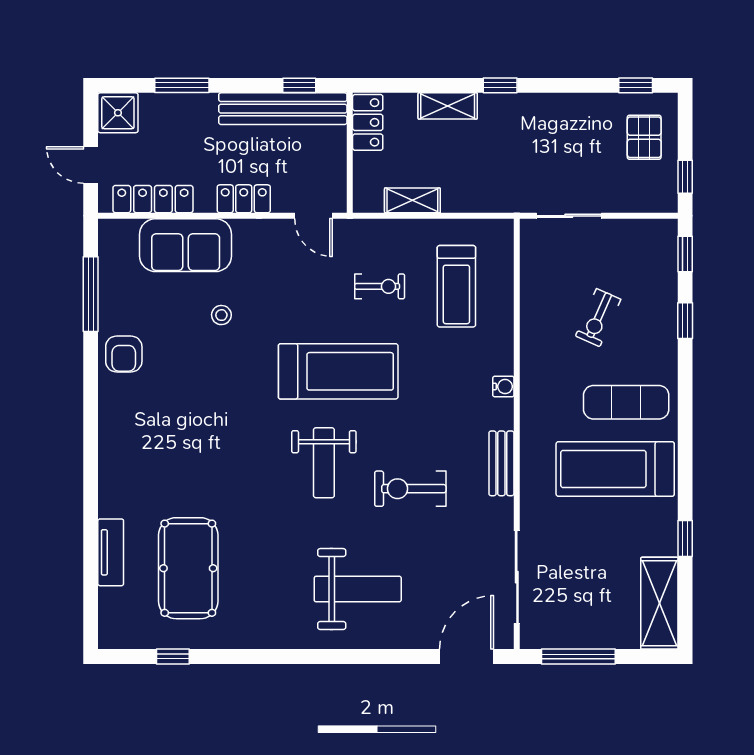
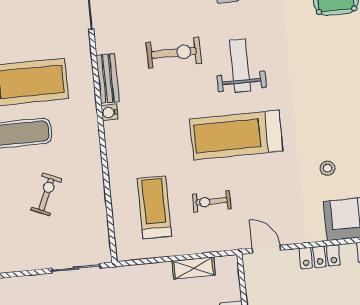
water cooler: (503, 387) -> (110, 112), moved

